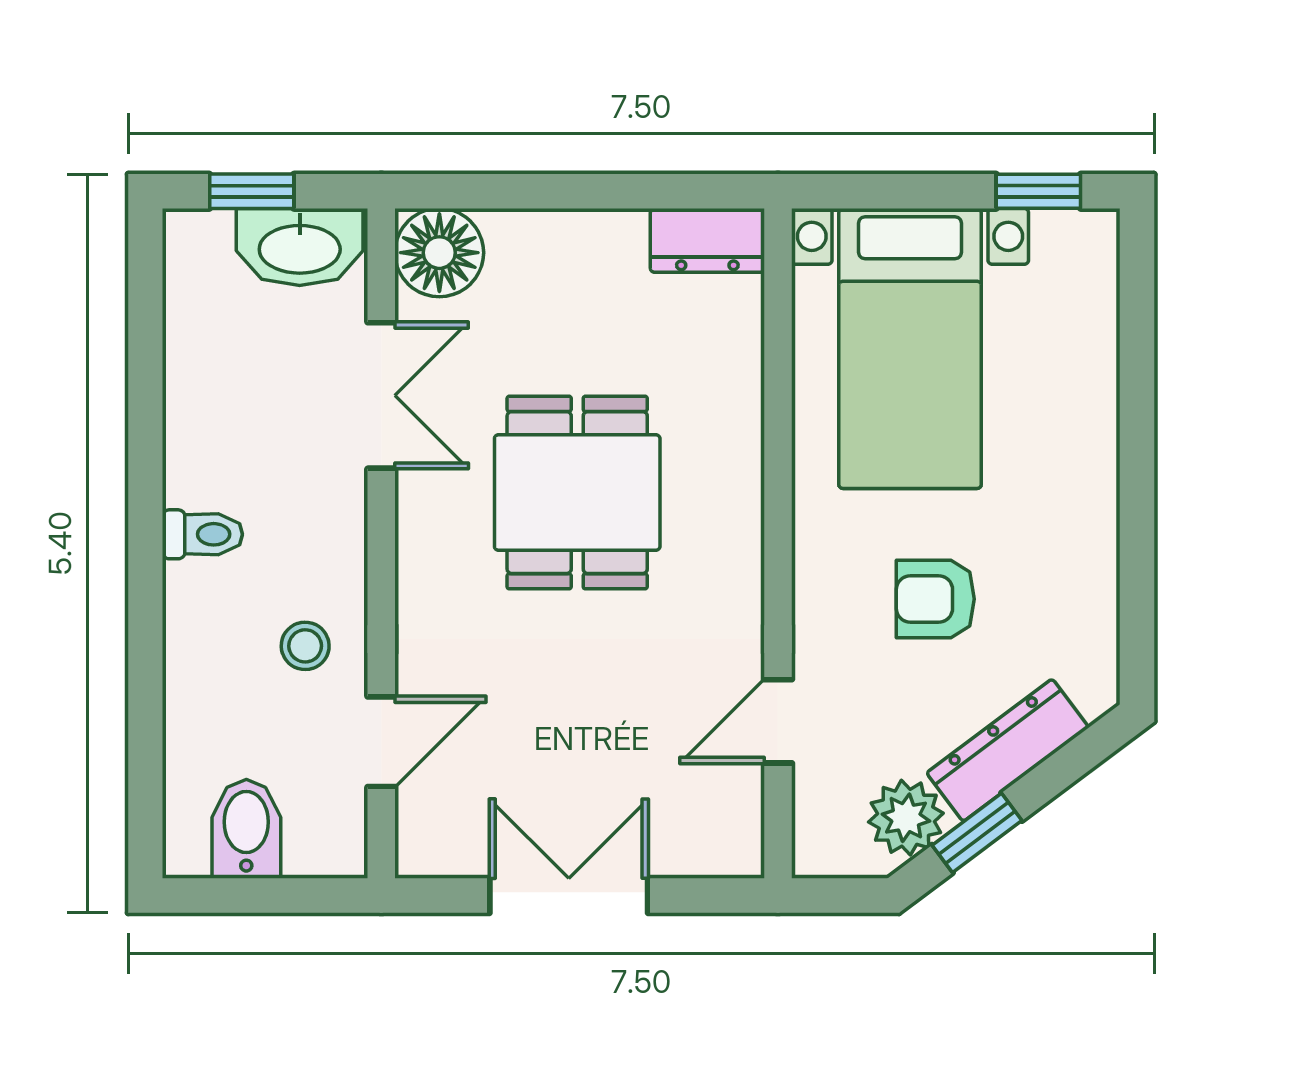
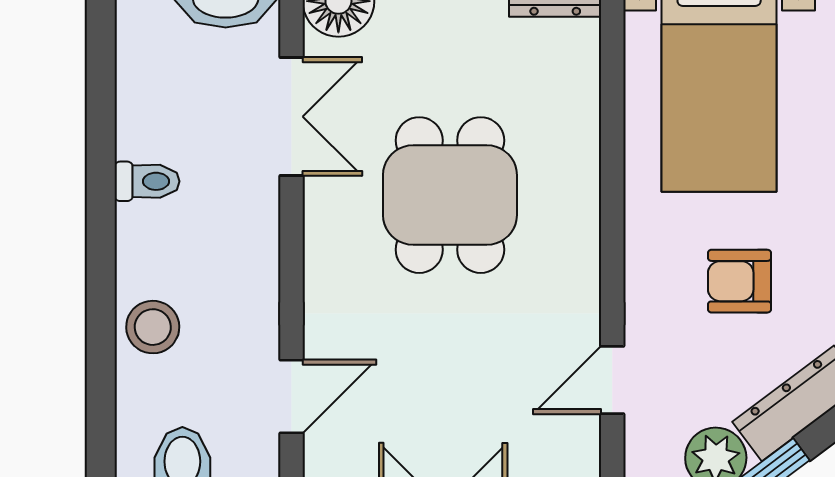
toilet: (202, 534) -> (147, 181), moved
stool: (305, 646) -> (153, 327), moved, width x1.37, depth x1.37

